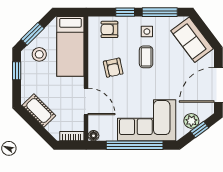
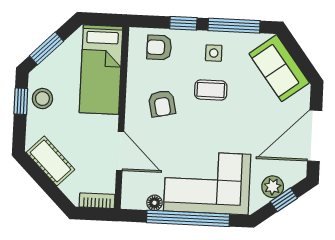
stool: (39, 54) -> (42, 99), moved
coffee table: (146, 57) -> (211, 90), turned 90
floor lamp: (93, 136) -> (154, 203), moved

